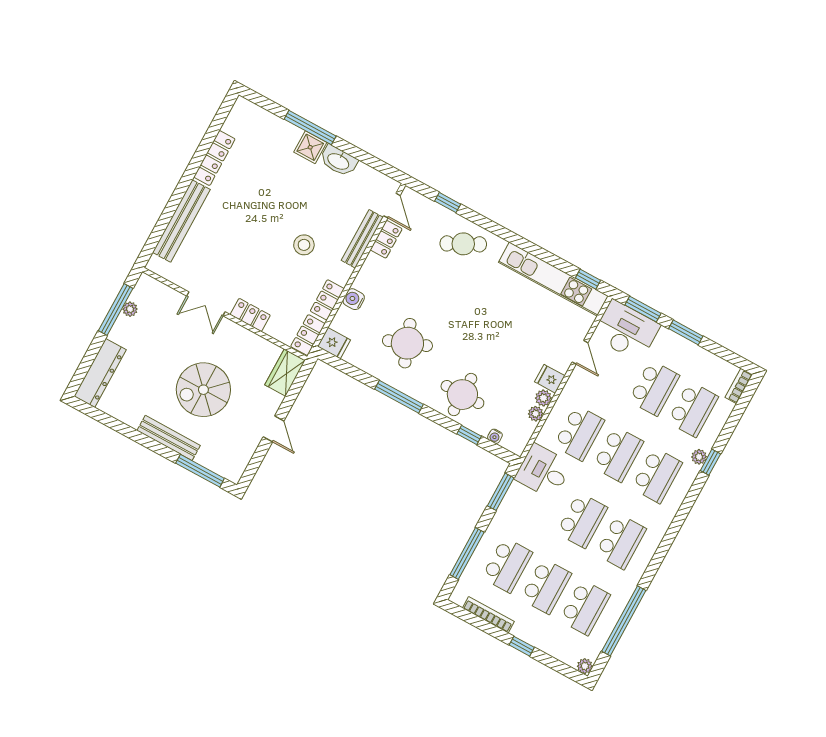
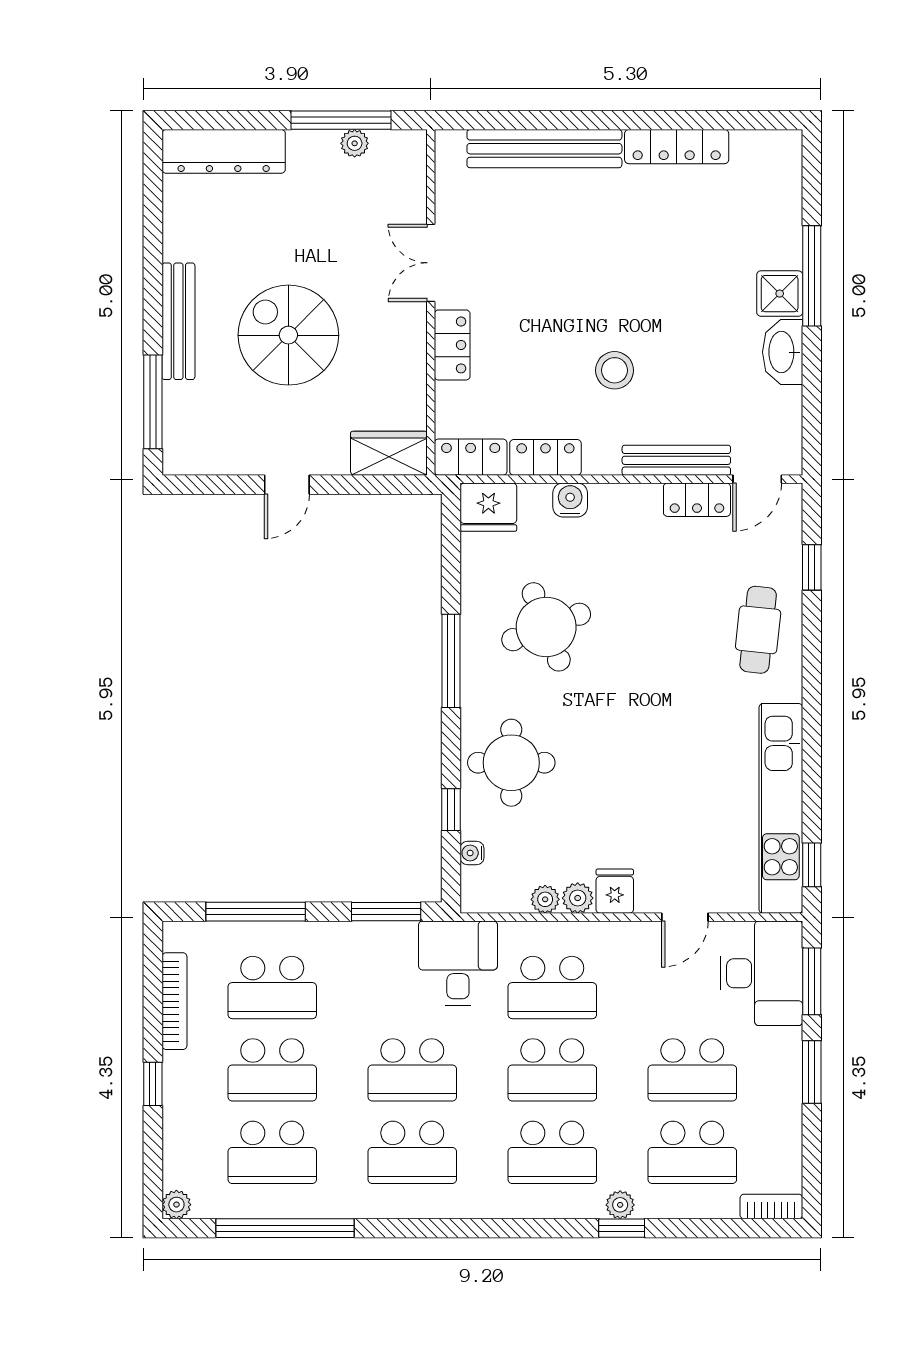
cafe table: (463, 244) -> (758, 630), turned 33
fridge: (334, 343) -> (488, 507), width x1.38

